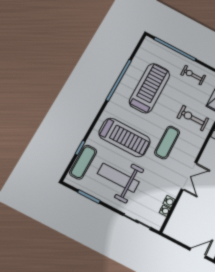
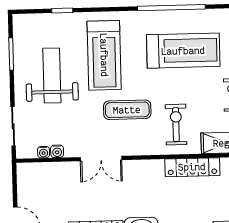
exercise mat: (83, 162) -> (47, 24), removed

